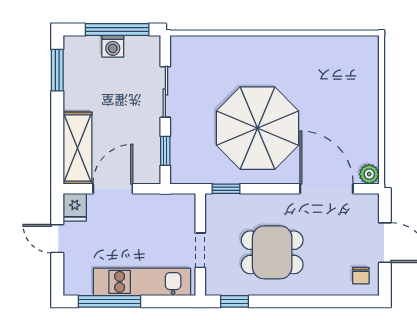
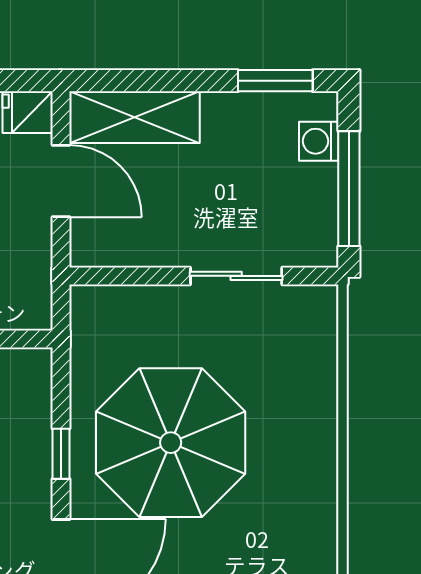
washing machine: (113, 46) -> (319, 141), moved
window: (165, 151) -> (129, 276), removed
window: (226, 189) -> (61, 454), moved

